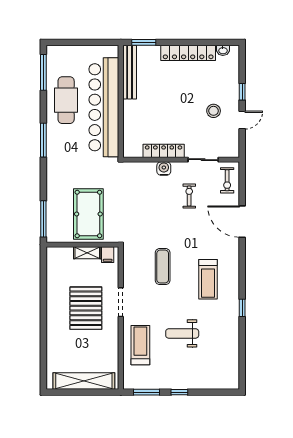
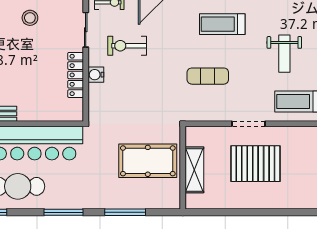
exercise bike: (189, 196) -> (127, 46), width x1.38, depth x1.39
window: (43, 219) -> (125, 212), moved
shelving: (87, 253) -> (194, 170), width x1.50, depth x1.33
filing cabinet: (108, 255) -> (194, 139), removed
treadmill: (208, 279) -> (222, 24), turned 180

